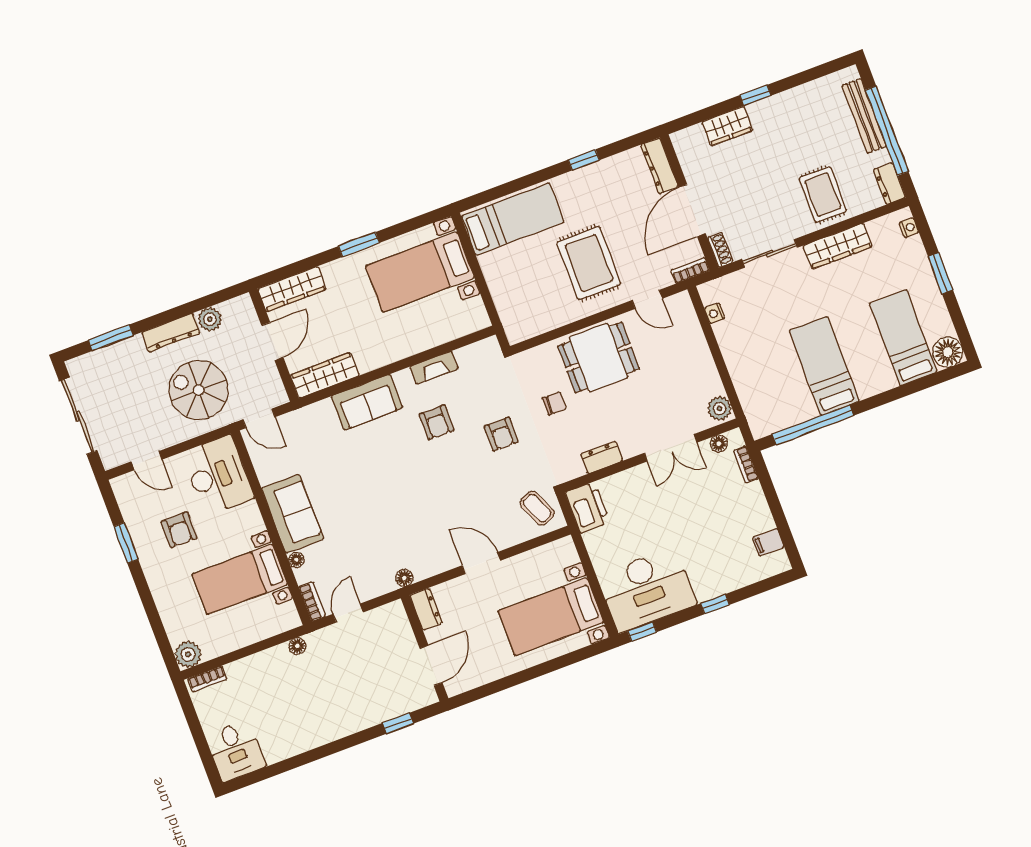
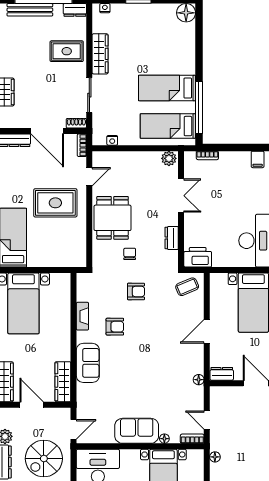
bed: (903, 338) -> (168, 126), moved
floor lamp: (719, 444) -> (189, 167), removed

